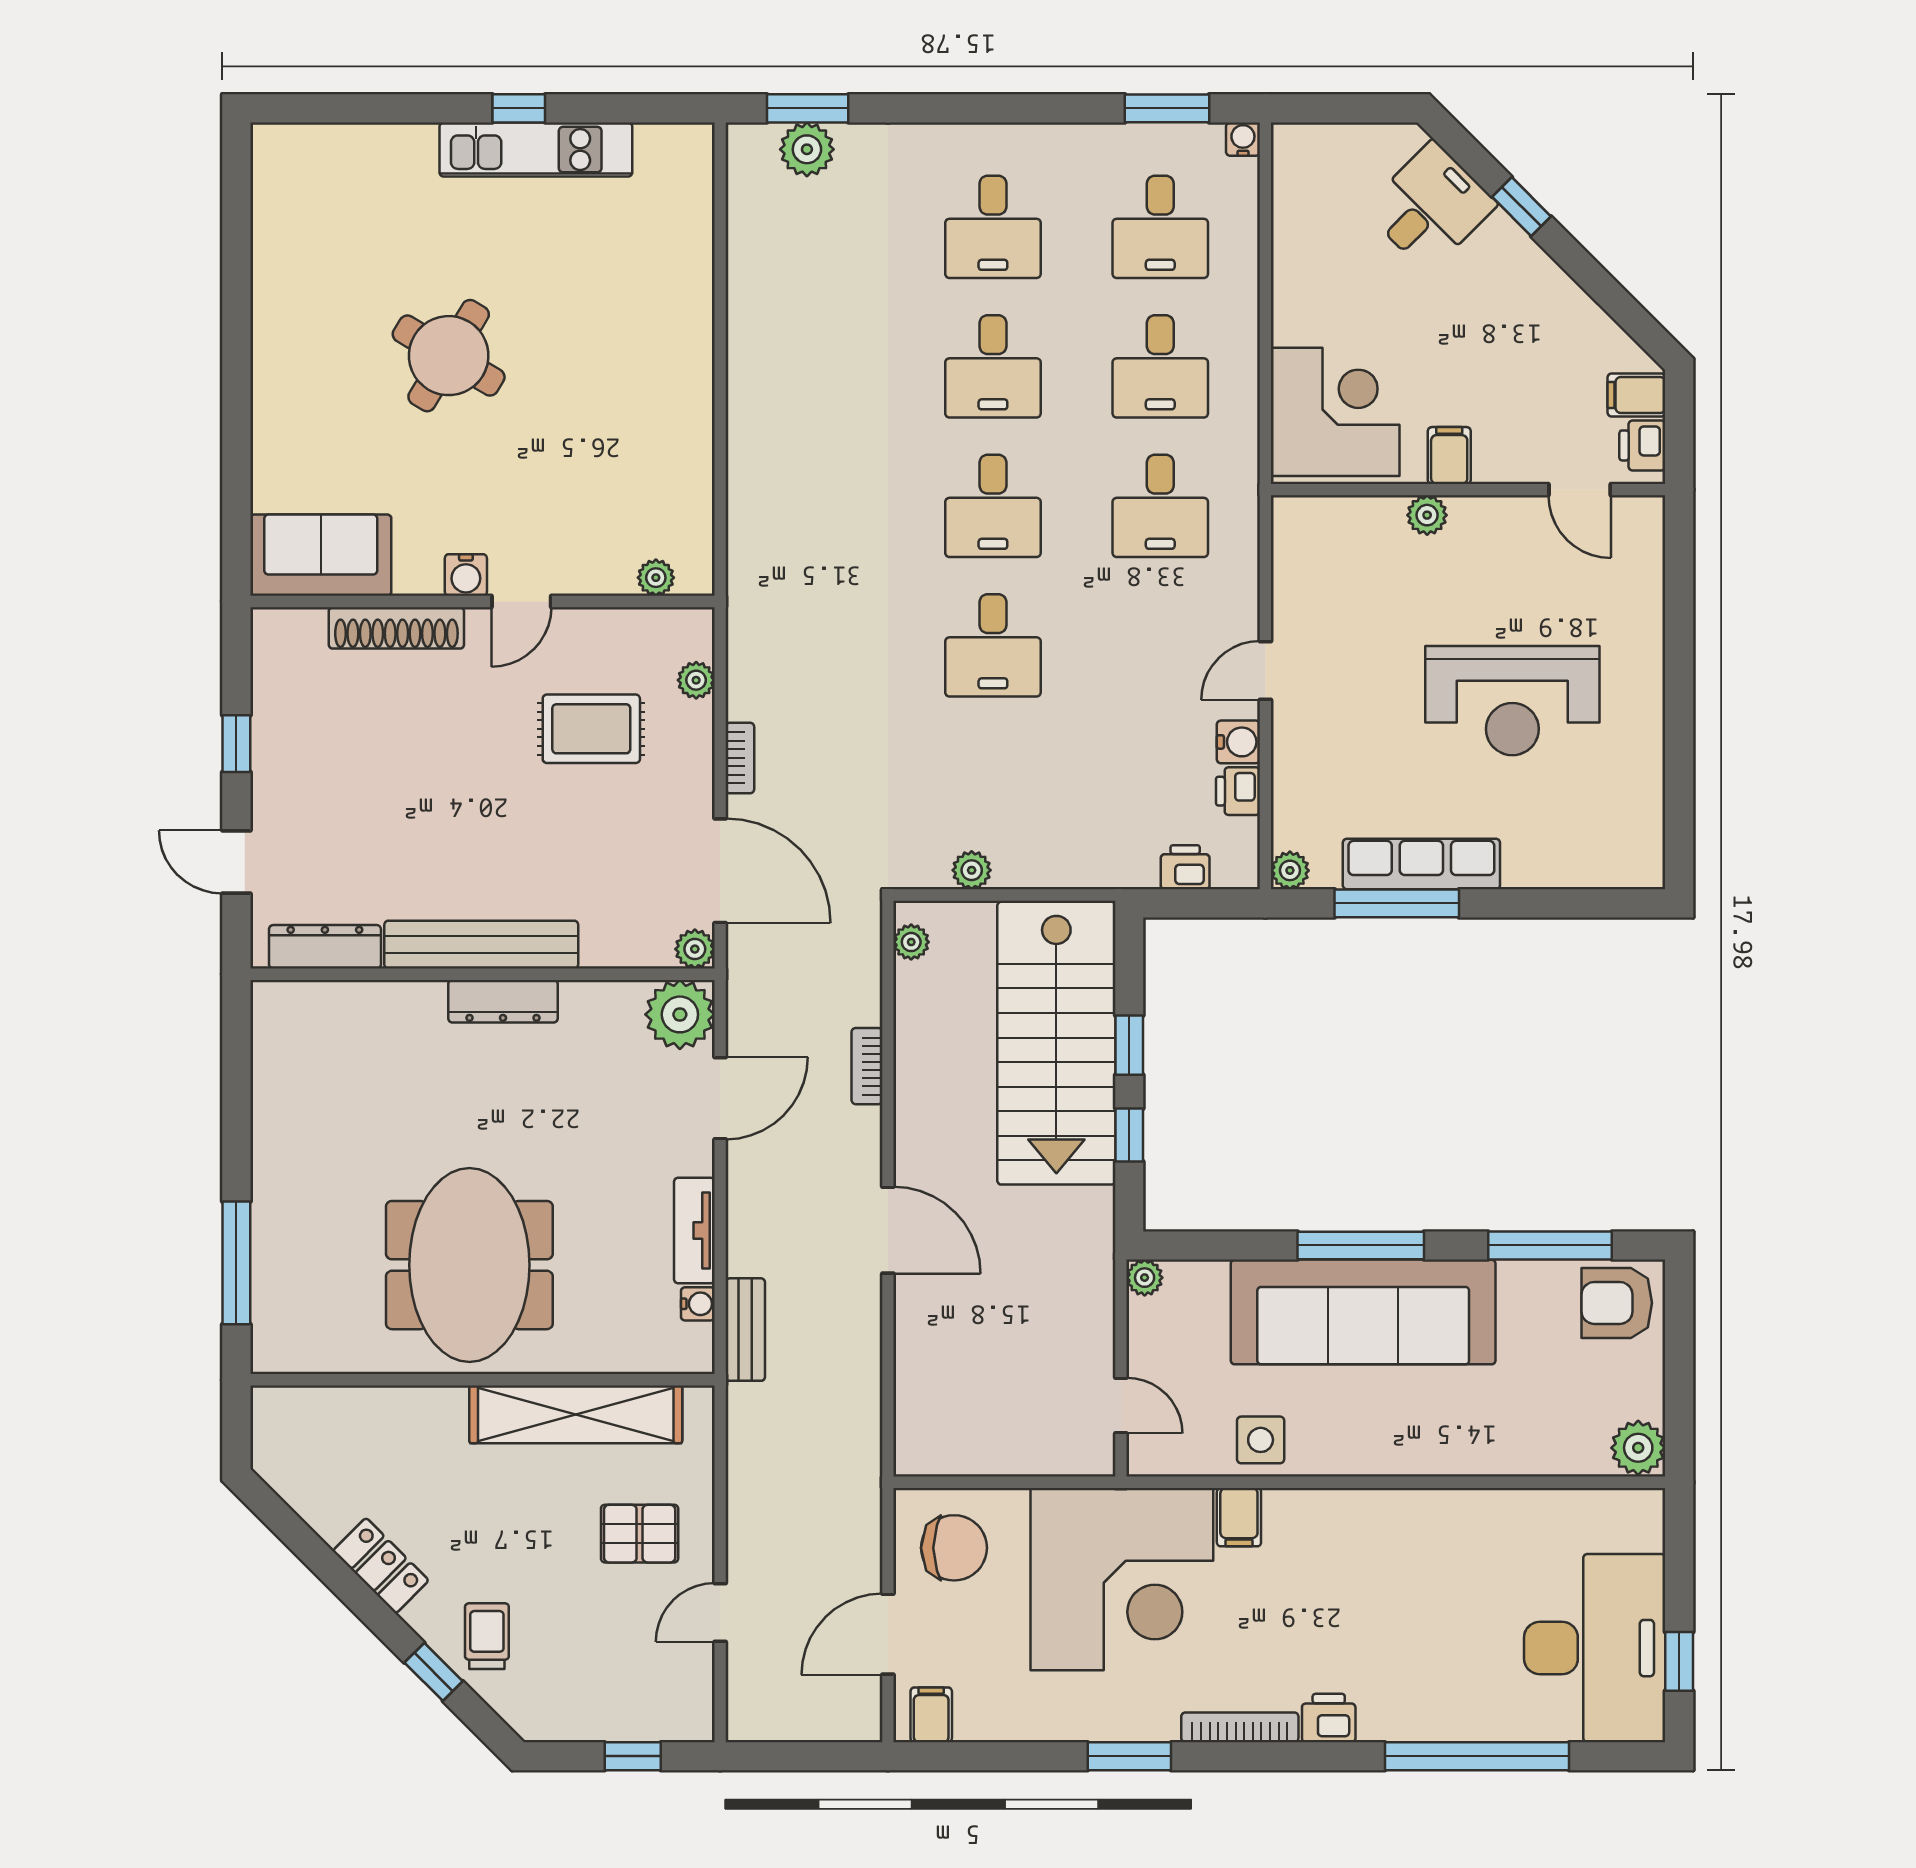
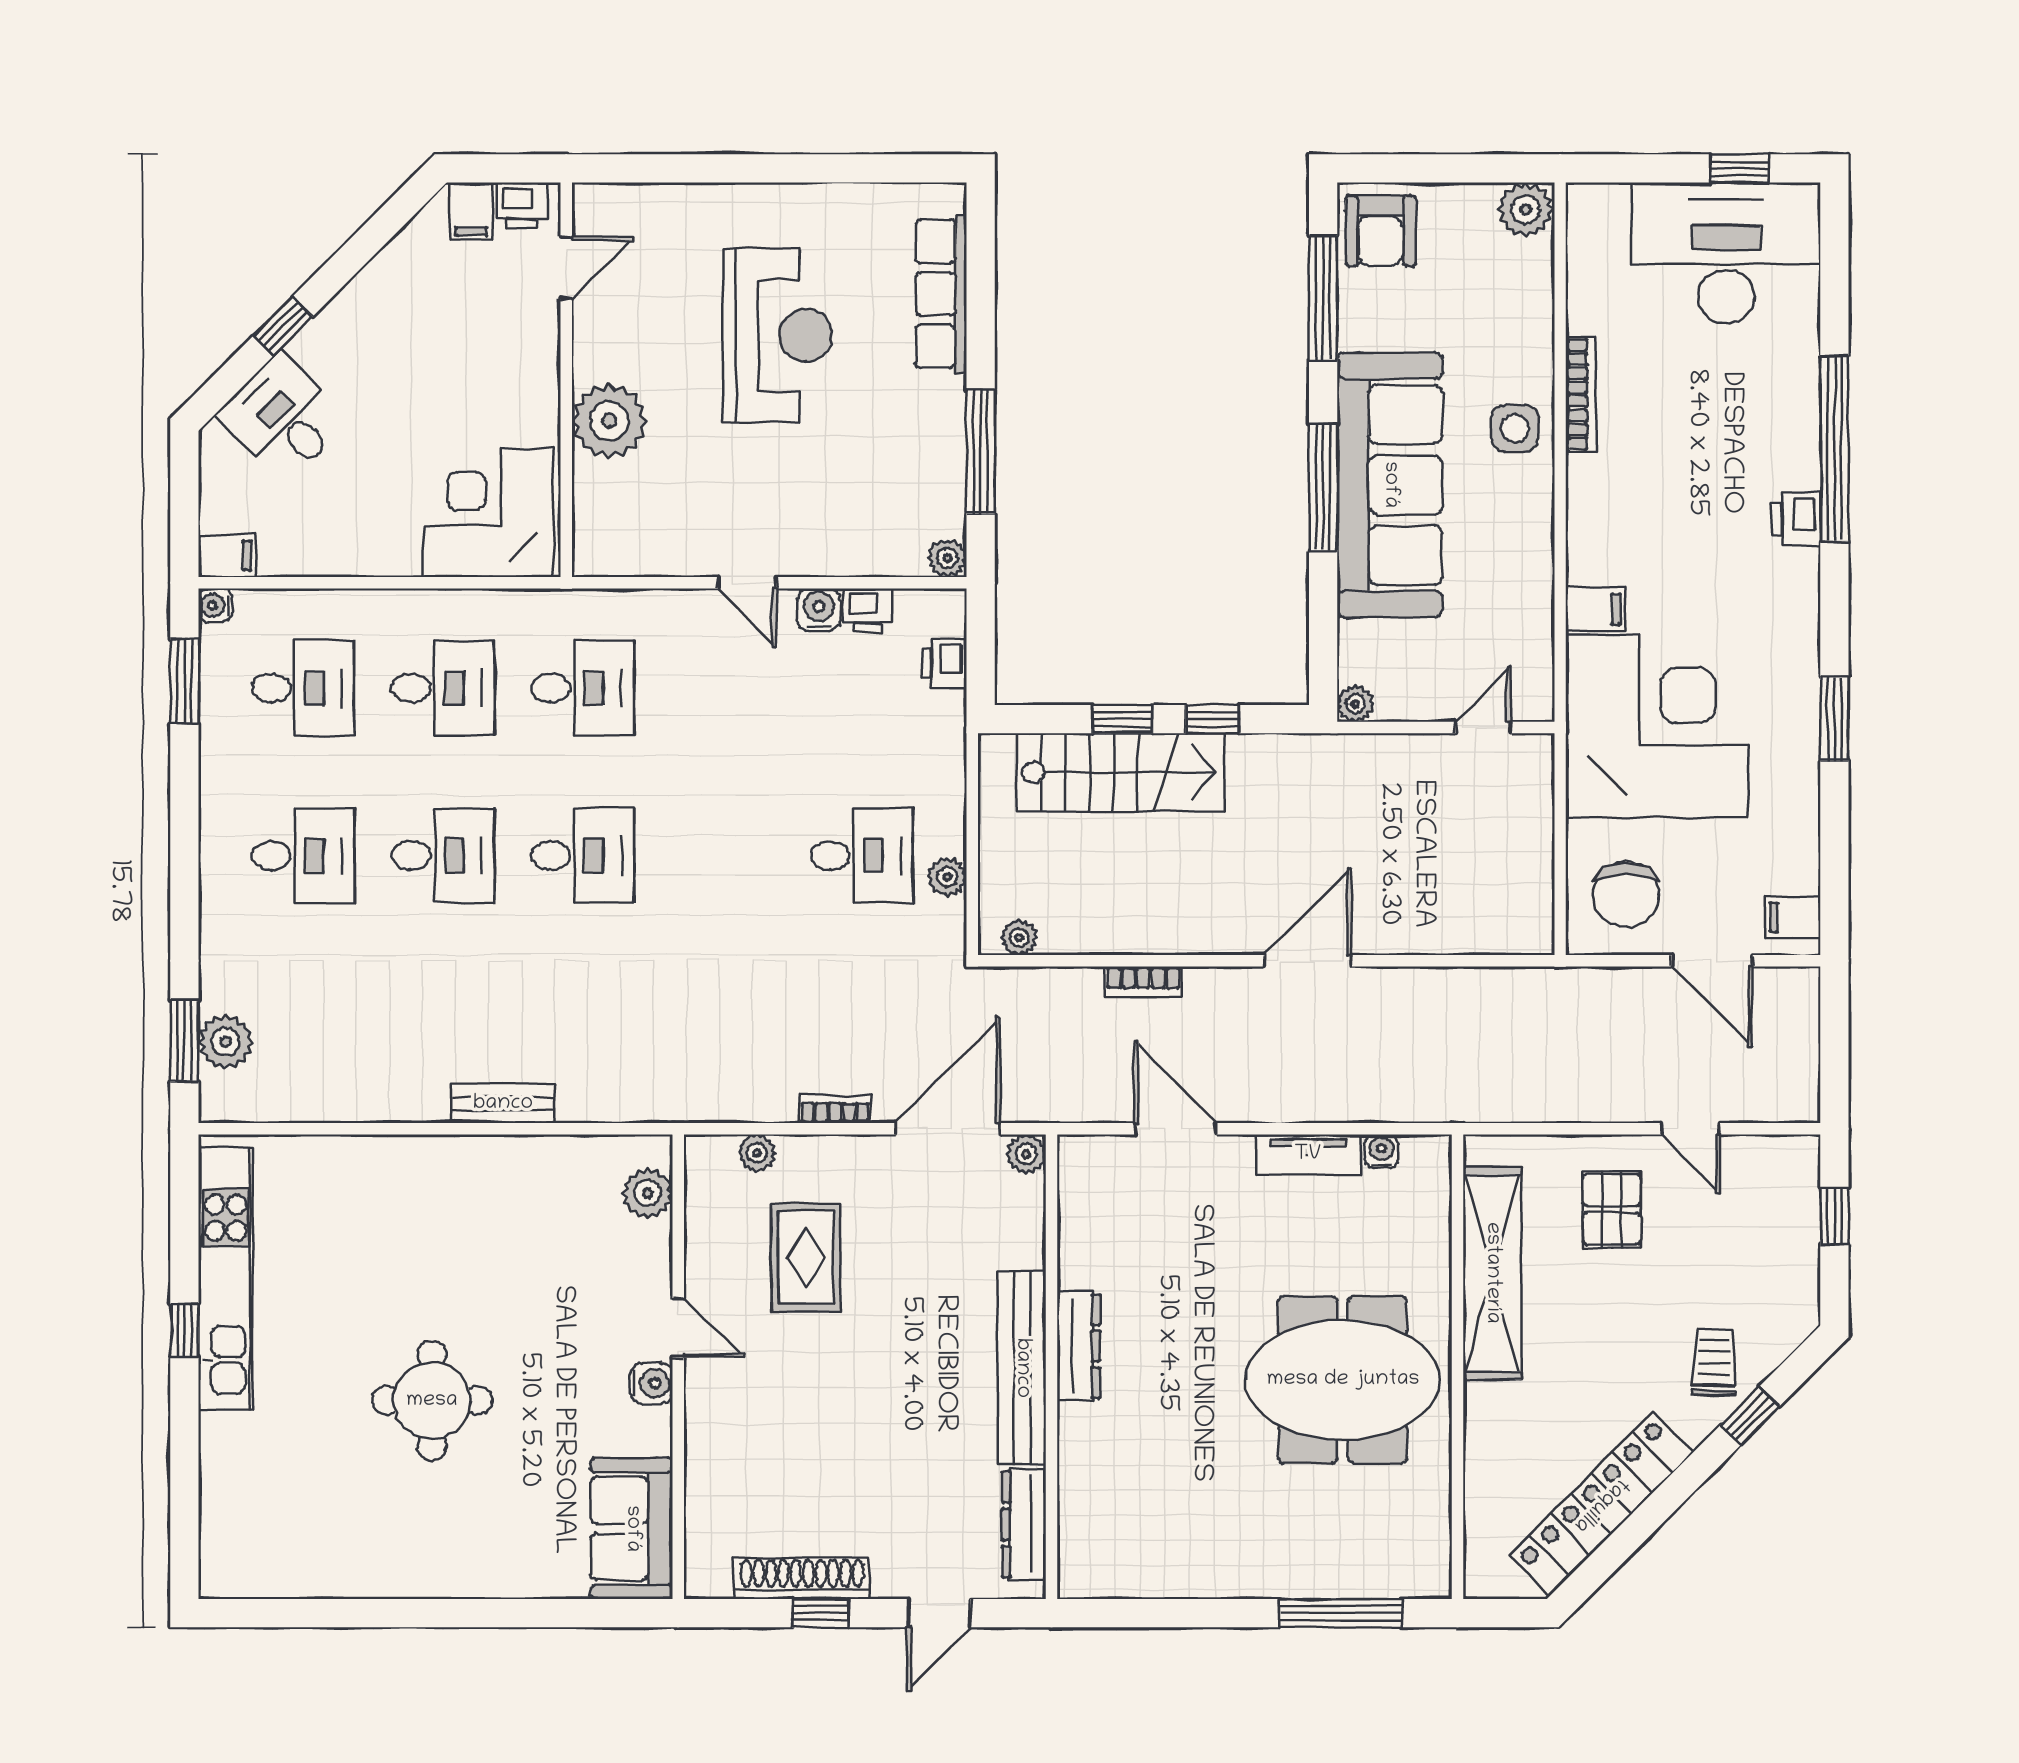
kitchen unit: (536, 150) -> (226, 1278), width x1.36
round table: (449, 356) -> (432, 1401), turned -31
filing cabinet: (1449, 455) -> (227, 556), moved, turned 180
plant: (1427, 515) -> (609, 421), width x1.88, depth x1.88
plant: (656, 578) -> (648, 1193), width x1.38, depth x1.38
shoe rack: (396, 628) -> (802, 1578), moved, turned -90
desk: (993, 645) -> (862, 856), moved
row of seats: (1421, 864) -> (941, 294), moved
plant: (680, 1014) -> (1092, 1169), removed
stairs: (1056, 1043) -> (1120, 772), width x0.73, depth x0.66
bench: (745, 1330) -> (503, 1104), moved
side table: (1261, 1440) -> (1515, 428), moved
chair: (954, 1548) -> (1626, 895), turned 180
locker: (381, 1566) -> (1601, 1504), width x2.16, depth x1.21
trolley: (487, 1636) -> (1714, 1362), turned 91
bookcase: (1240, 1727) -> (1581, 394), moved, turned 180
window: (1477, 1756) -> (1834, 448), moved

